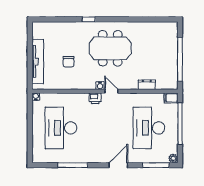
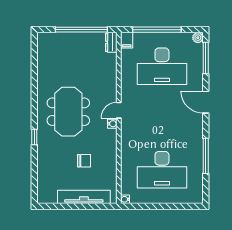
dresser: (147, 85) -> (111, 42), moved
printer: (95, 98) -> (127, 129), removed

